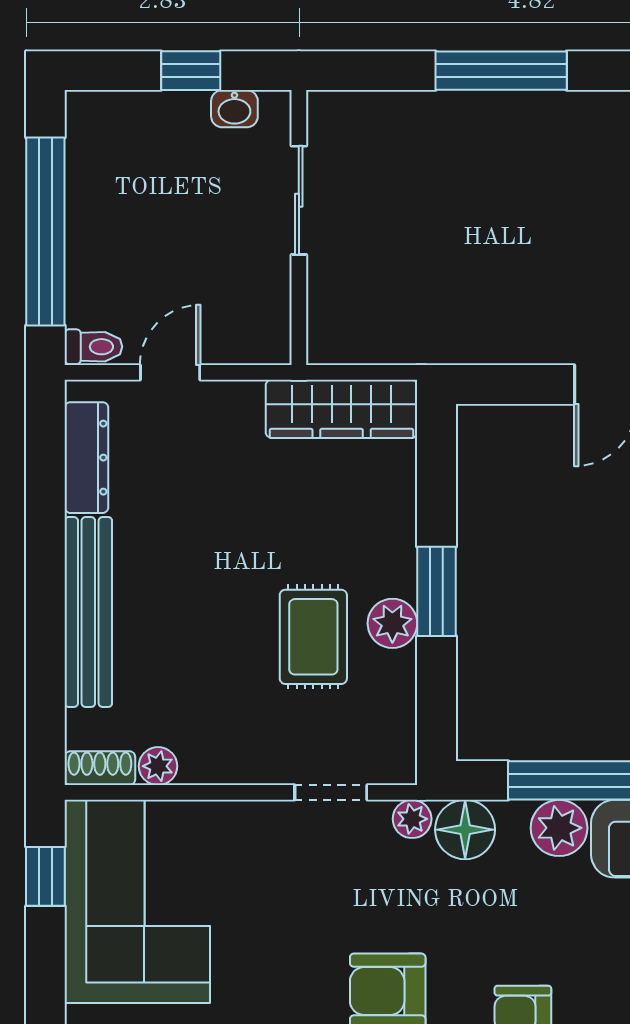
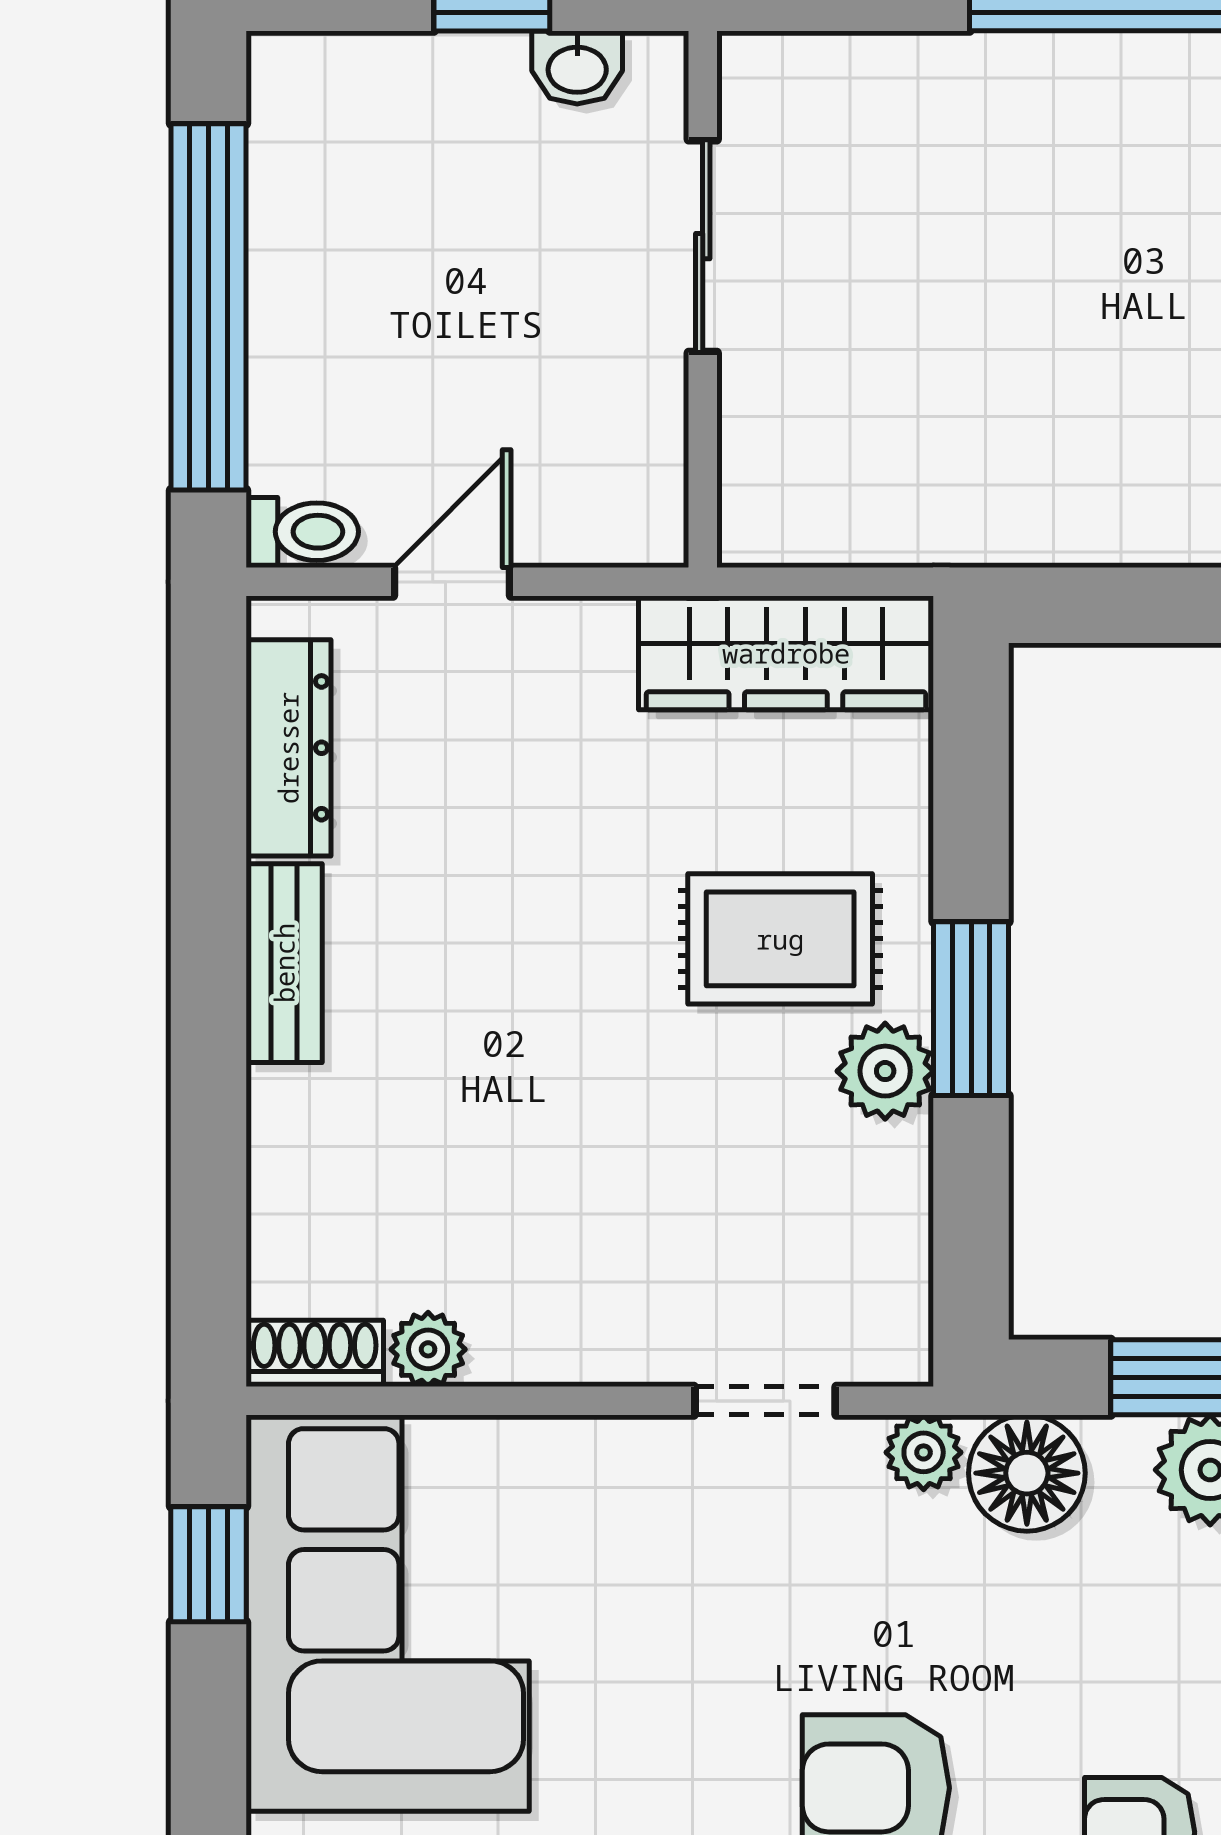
bench: (88, 612) -> (284, 963), width x0.54, depth x0.82
rug: (313, 637) -> (780, 939), moved, turned 90

